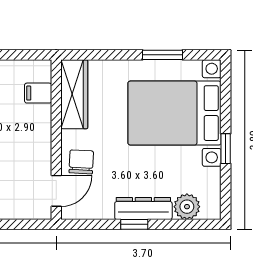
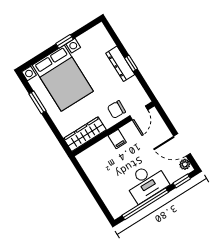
filing cabinet: (38, 93) -> (117, 139), moved
door: (56, 191) -> (139, 113), swing flipped
plant: (187, 207) -> (106, 43), removed

